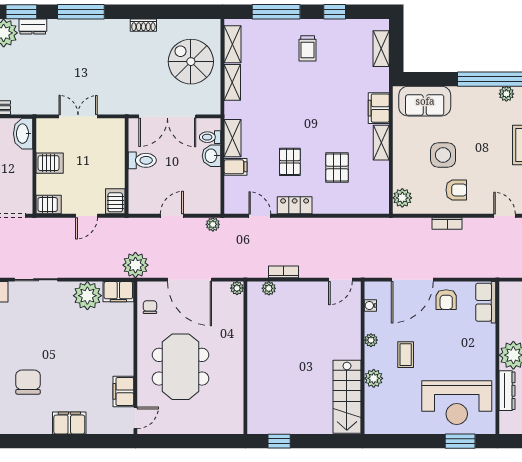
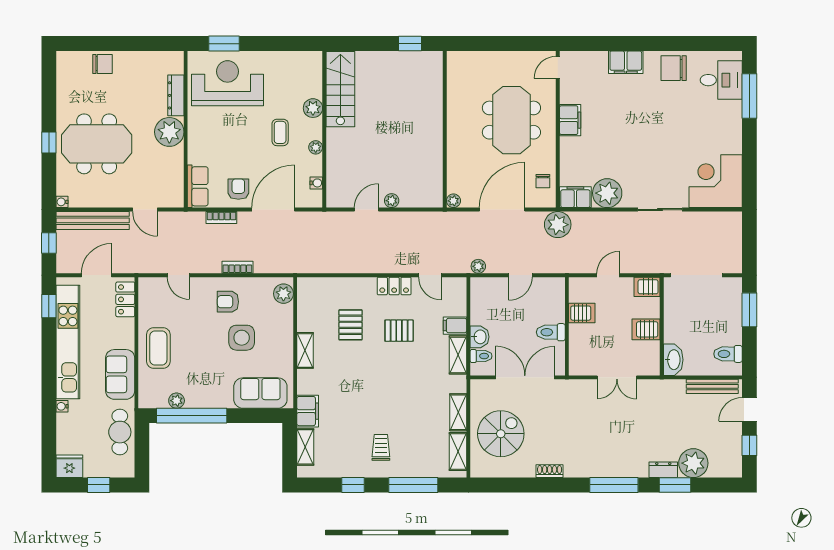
spiral stairs: (191, 62) -> (501, 434), turned -90
filing cabinet: (379, 108) -> (308, 411), moved
pallet: (290, 162) -> (399, 331), turned 90
server rack: (115, 201) -> (582, 313), moved, turned -90
bookcase: (284, 272) -> (221, 217), moved
door: (190, 280) -> (502, 210), hinge flipped
door: (340, 280) -> (367, 210), moved
plant: (269, 288) -> (392, 201), moved
chair: (28, 382) -> (674, 68), moved, turned 90
filing cabinet: (123, 391) -> (570, 120), moved

